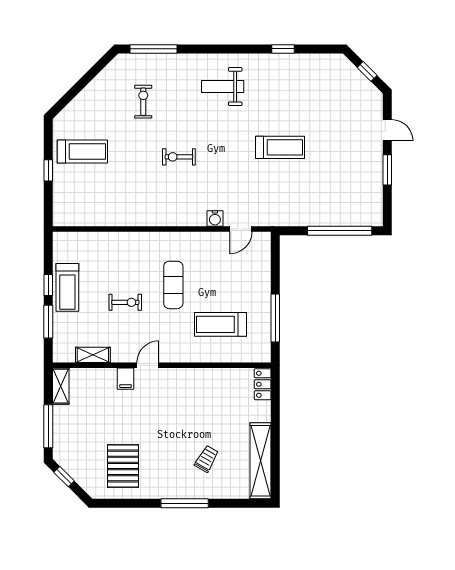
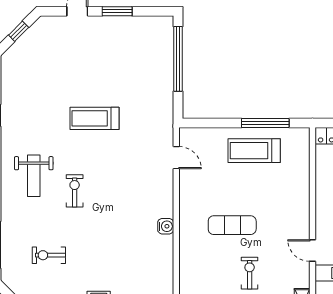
treadmill: (280, 147) -> (95, 118), turned -90
exercise bike: (179, 157) -> (75, 191), moved, turned 180
water cooler: (215, 218) -> (166, 226), moved
treadmill: (221, 324) -> (254, 151), moved, turned 90

